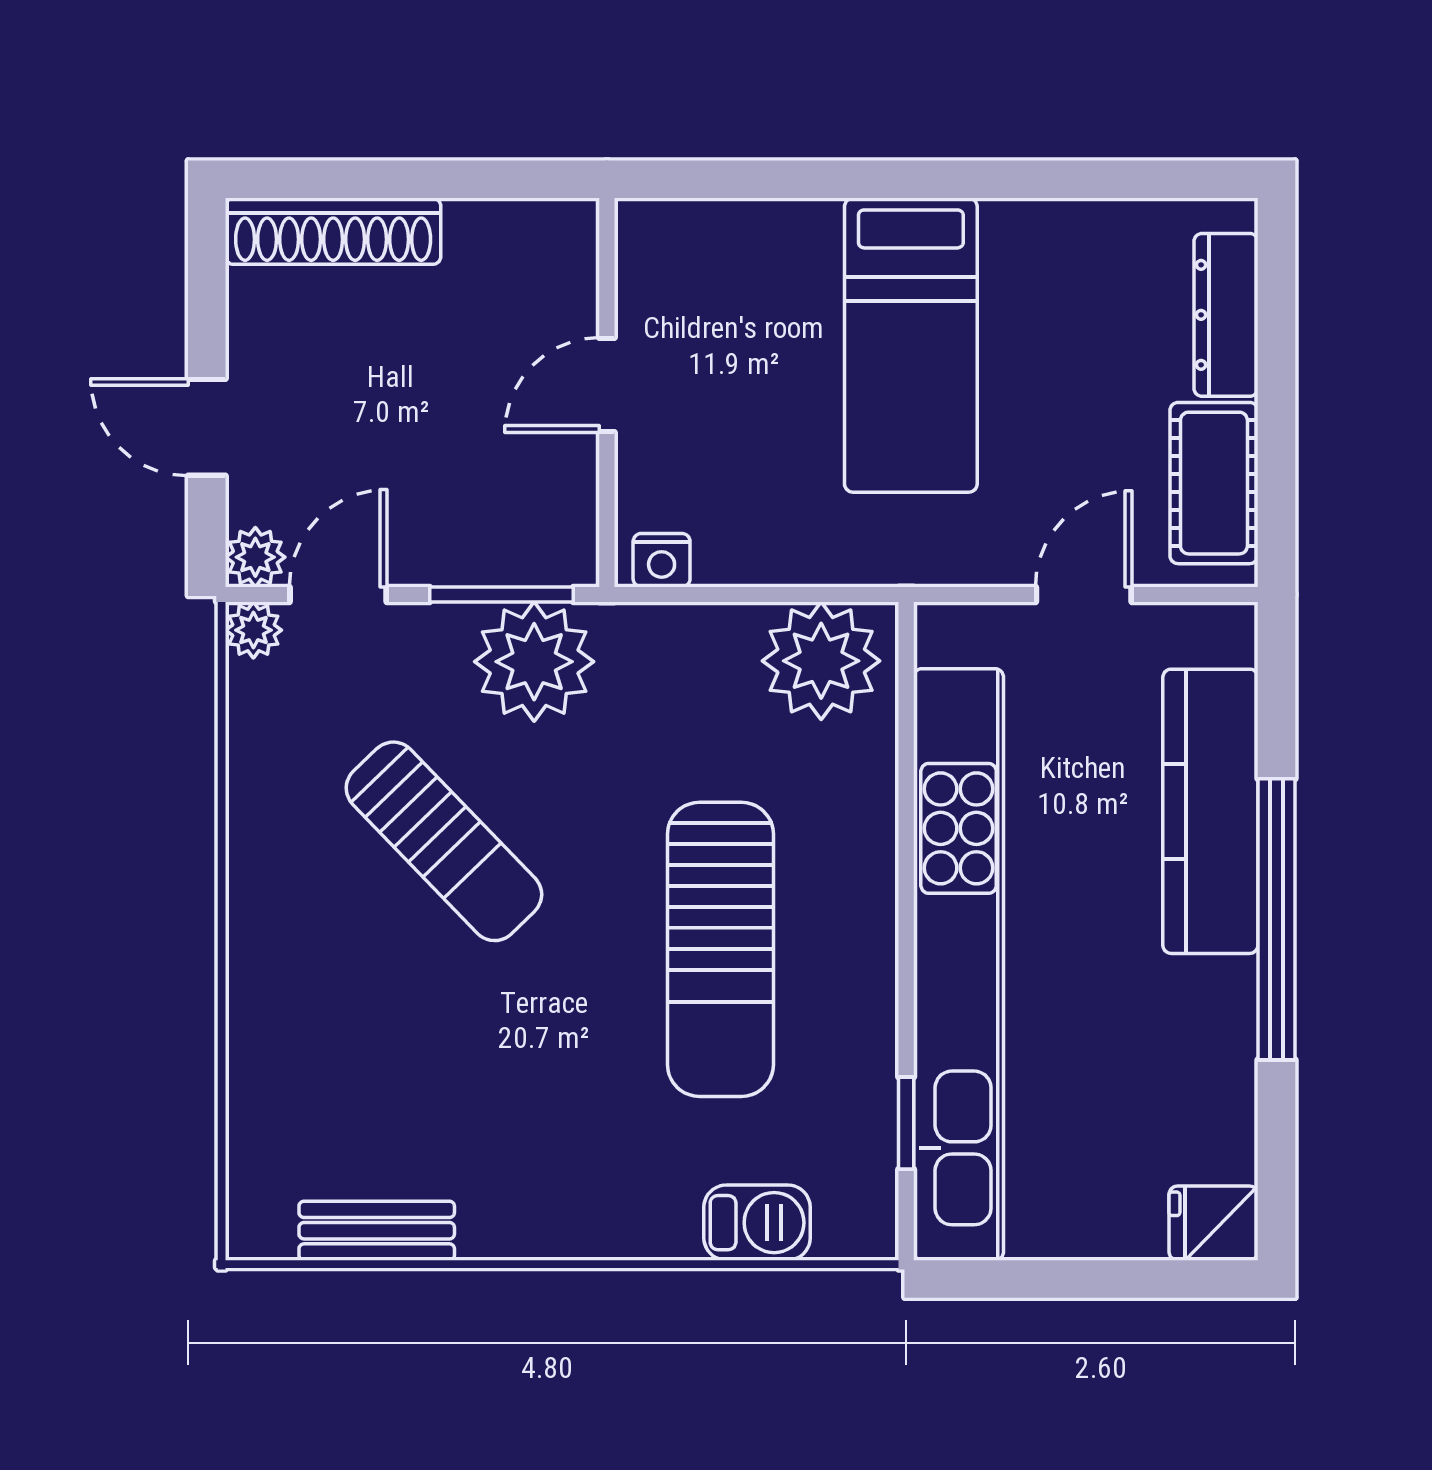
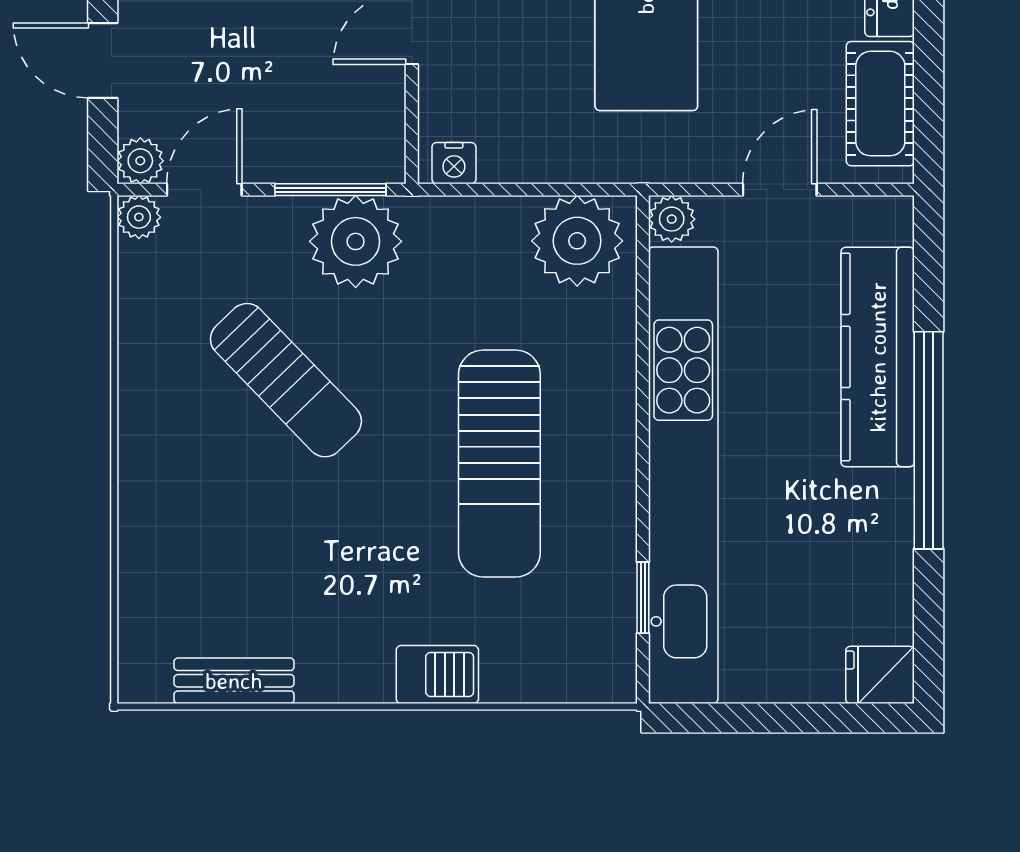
plant: (944, 633) -> (672, 219), added
barbecue: (757, 1223) -> (437, 674), moved

